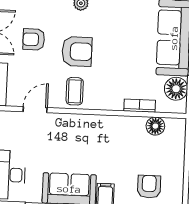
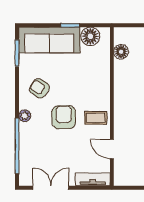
armchair: (34, 39) -> (39, 88), moved, turned 124
bookcase: (140, 106) -> (105, 65), removed

